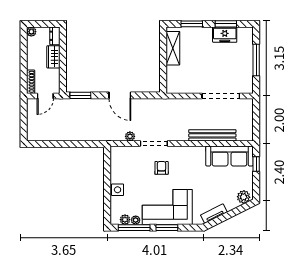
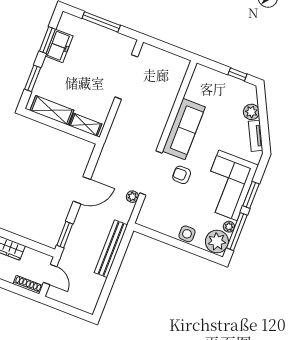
shelving: (172, 79) -> (85, 125), added
bench: (212, 135) -> (111, 249), moved
doorway: (154, 144) -> (151, 173), width x1.36
sofa: (229, 156) -> (184, 129), moved
window: (256, 164) -> (237, 74), moved
plant: (244, 197) -> (251, 112), moved
plant: (125, 220) -> (217, 241), width x1.88, depth x1.88

